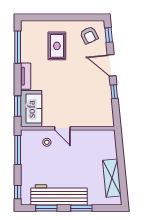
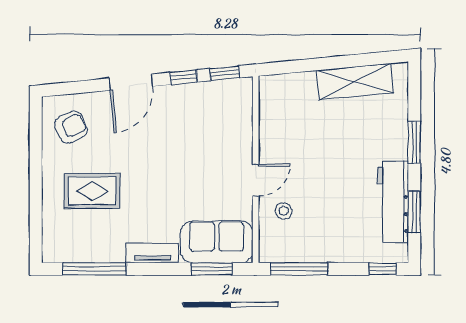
window: (109, 35) -> (225, 73), moved
workbench: (59, 195) -> (393, 202), width x0.73, depth x0.76

